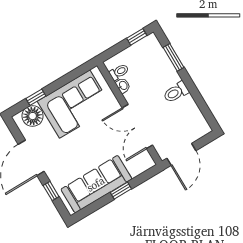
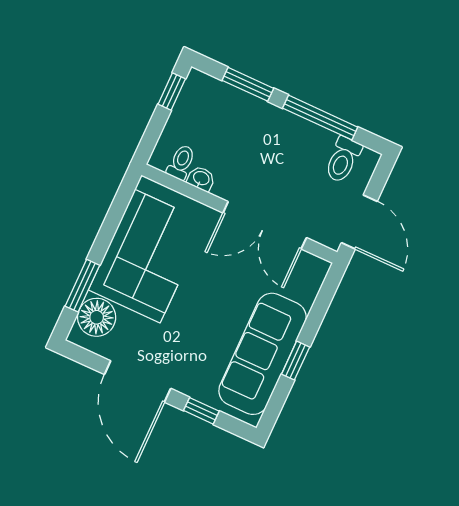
toilet: (176, 92) -> (343, 160), moved
window: (196, 95) -> (320, 118), added
window: (36, 97) -> (82, 286), width x1.50
window: (121, 191) -> (296, 361), moved

